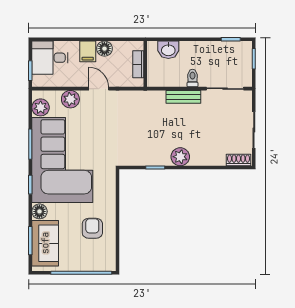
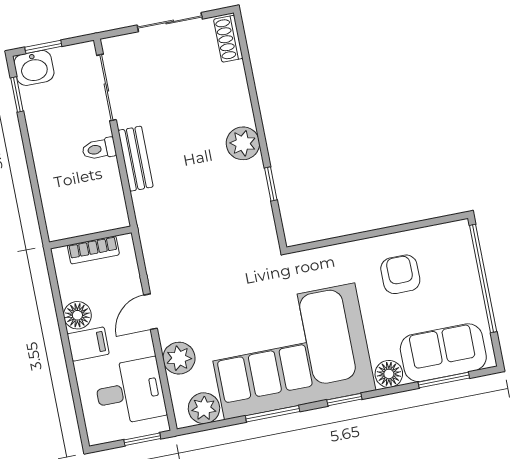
washbasin: (168, 50) -> (34, 68), moved, turned 90
desk: (50, 58) -> (130, 392), moved, turned -90
armchair: (92, 228) -> (400, 274), turned 90

